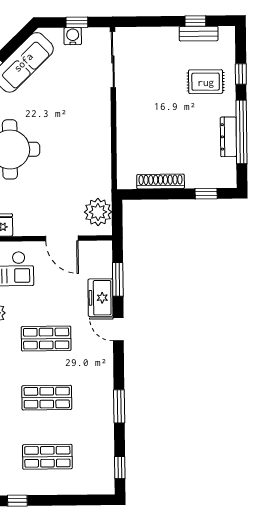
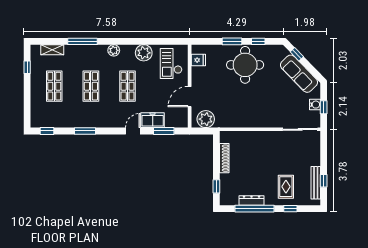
bench: (199, 34) -> (316, 183), width x1.36

